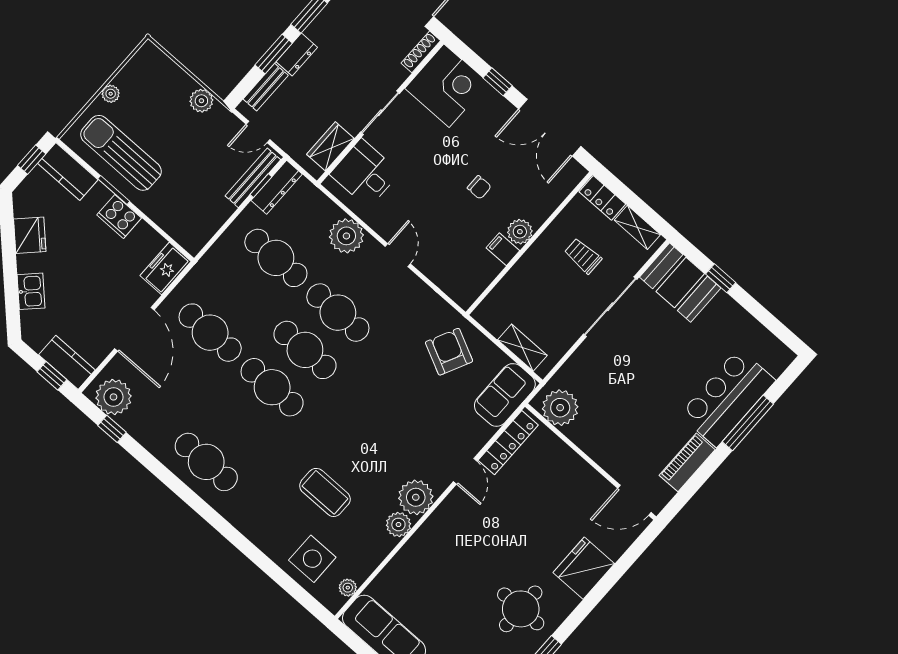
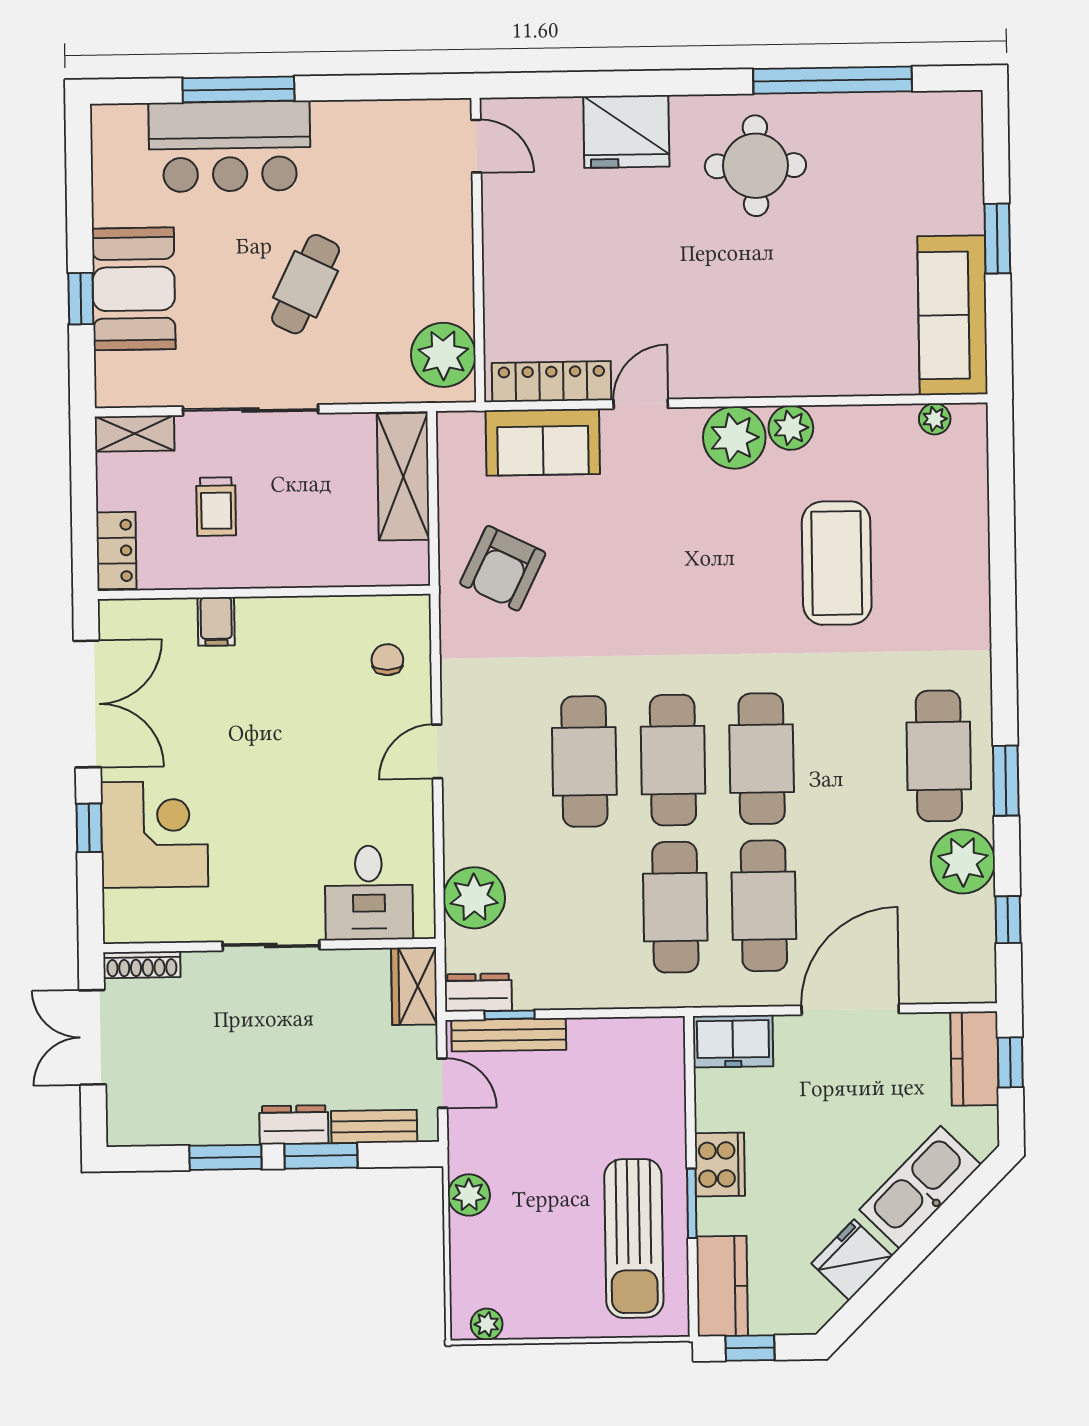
corner desk: (447, 86) -> (154, 834), moved, turned 90
plant: (111, 94) -> (487, 1324), moved
wardrobe: (330, 146) -> (414, 986), moved, turned 90
dresser: (277, 187) -> (478, 992), width x0.70
chair: (479, 187) -> (387, 660), moved
shelving: (637, 227) -> (135, 434), moved, turned 90
plant: (520, 232) -> (260, 619), removed
plant: (346, 236) -> (474, 898), moved
filing cabinet: (503, 249) -> (216, 621), moved
cafe table: (276, 258) -> (675, 907), moved
booth: (680, 282) -> (134, 289), moved
kitchen sink: (31, 291) -> (920, 1187), width x1.88, depth x1.24
shelving: (522, 348) -> (403, 477), width x1.50, depth x1.33
cafe table: (642, 377) -> (306, 284), added
sofa: (505, 395) -> (543, 442), moved
plant: (114, 397) -> (963, 862), moved
piano: (687, 462) -> (363, 122), removed
window: (171, 480) -> (1006, 781), added
coffee table: (325, 492) -> (837, 563), width x1.36, depth x1.32
door: (634, 500) -> (476, 146), width x0.73
side table: (312, 559) -> (939, 500), removed

